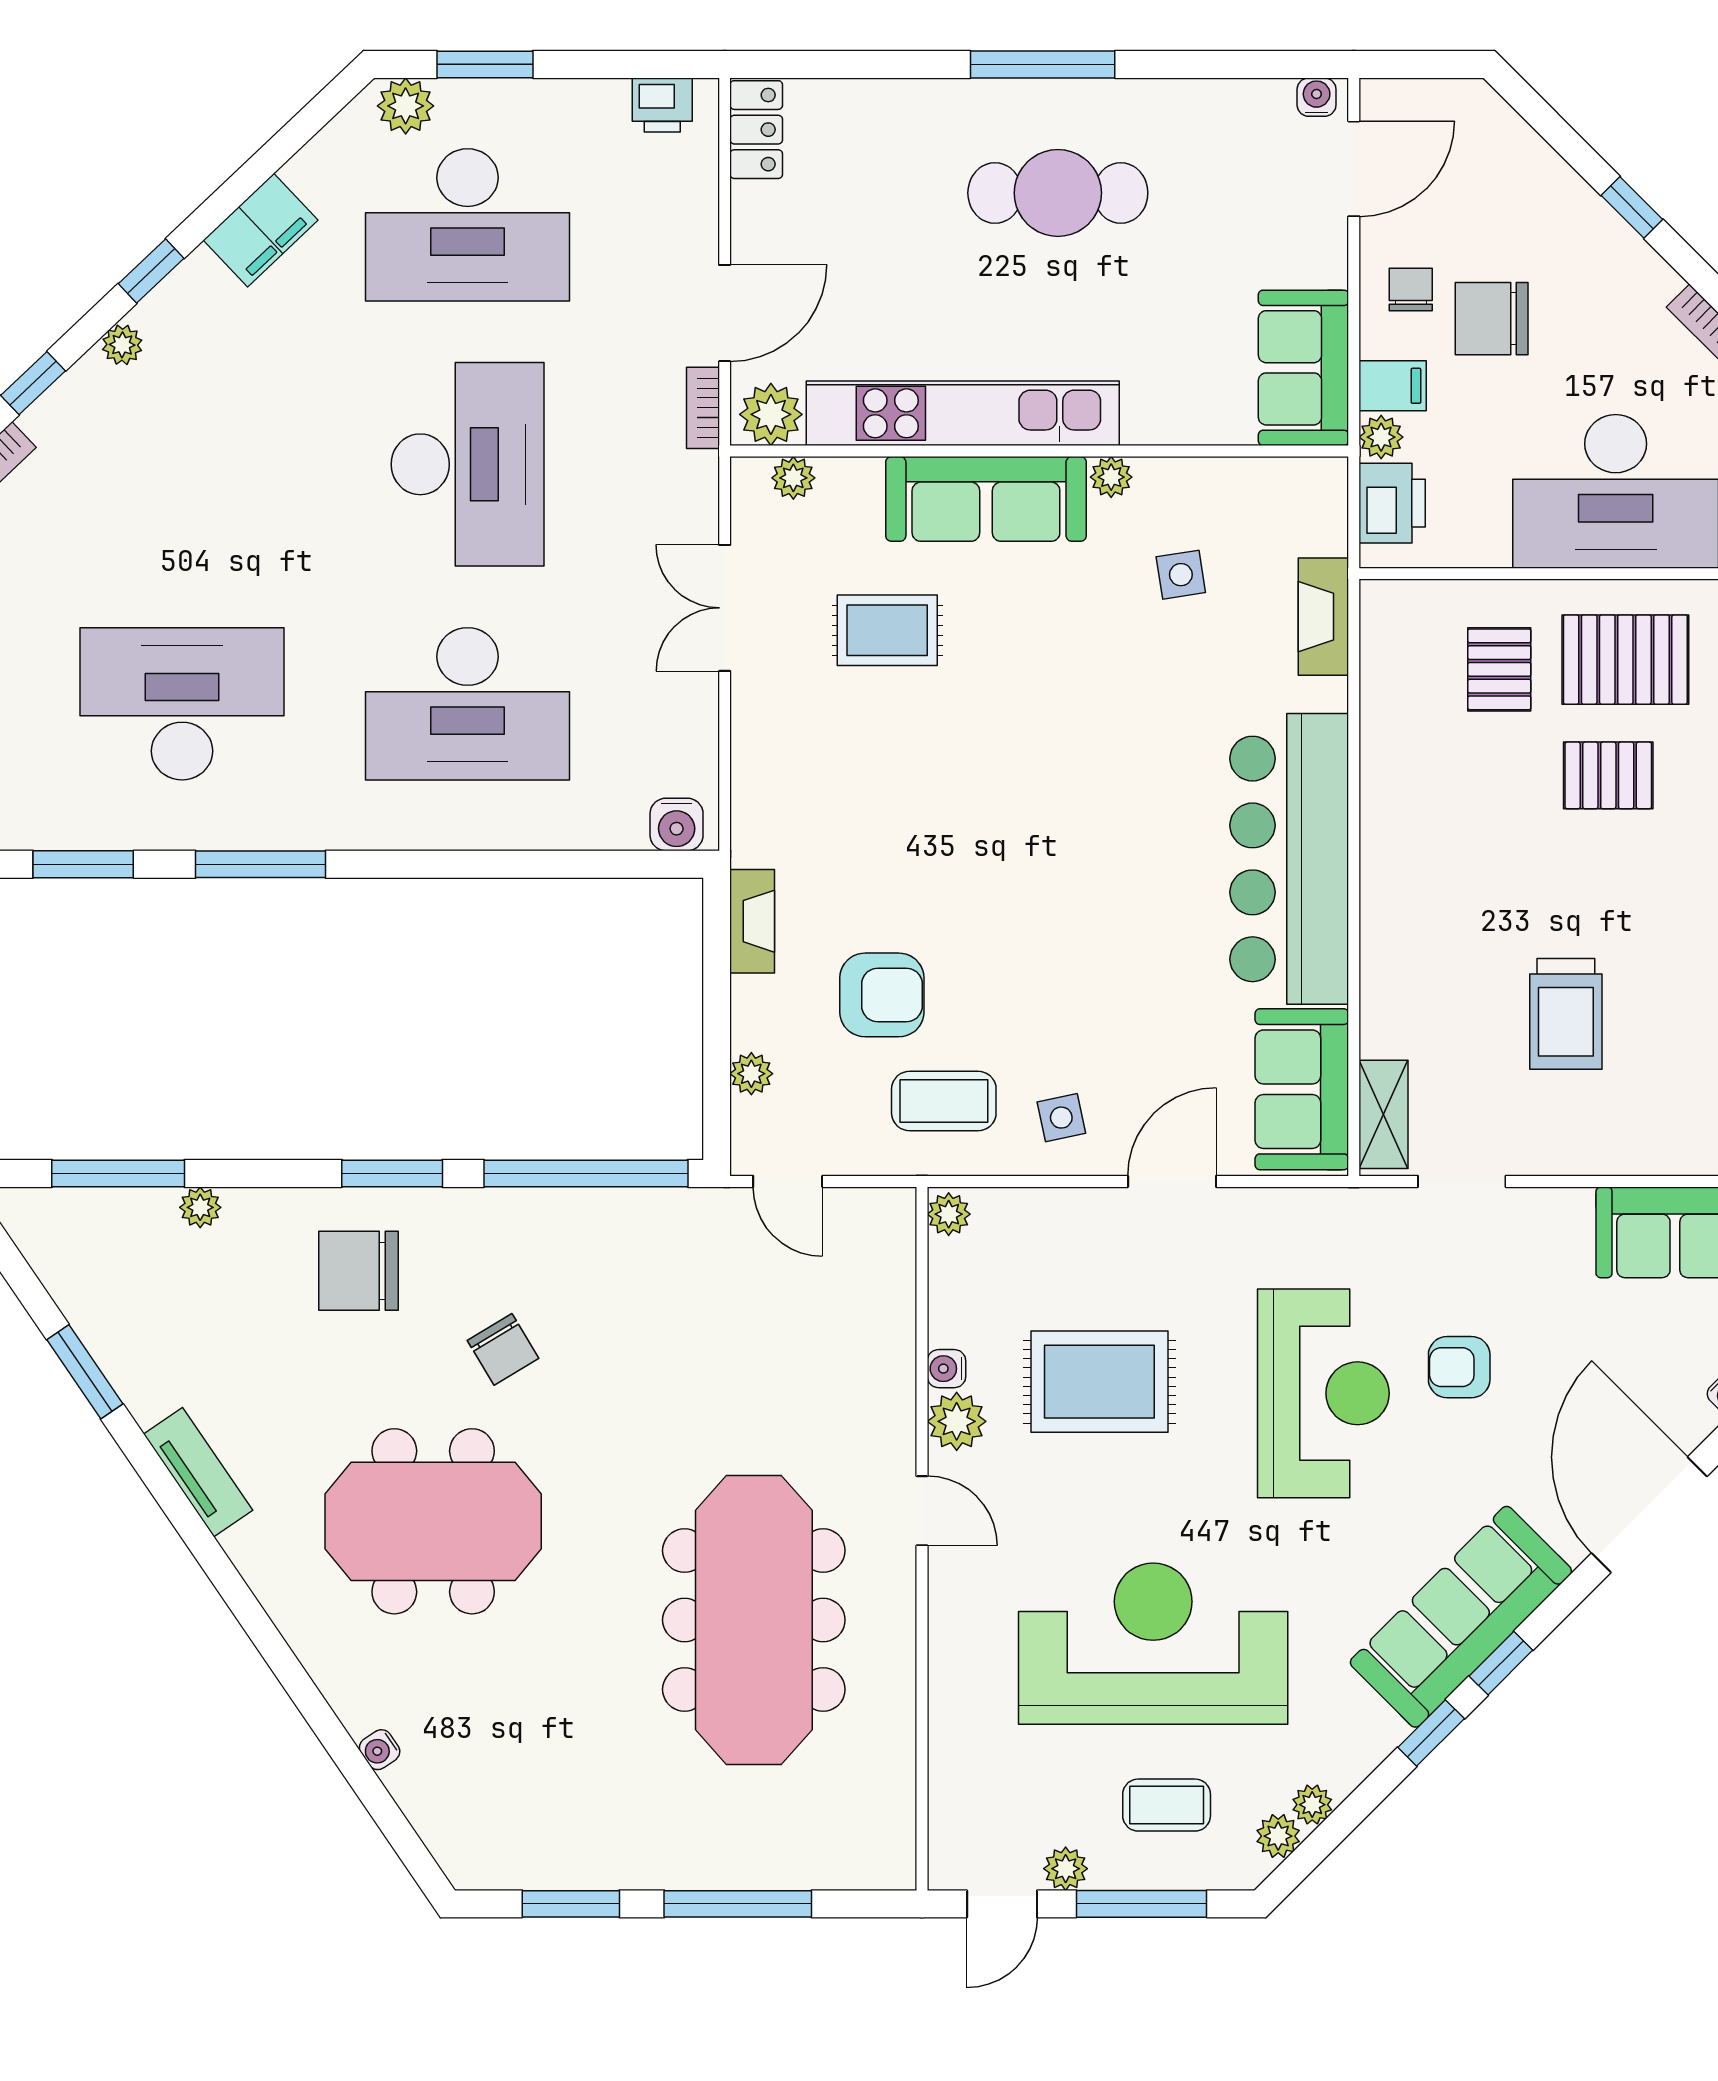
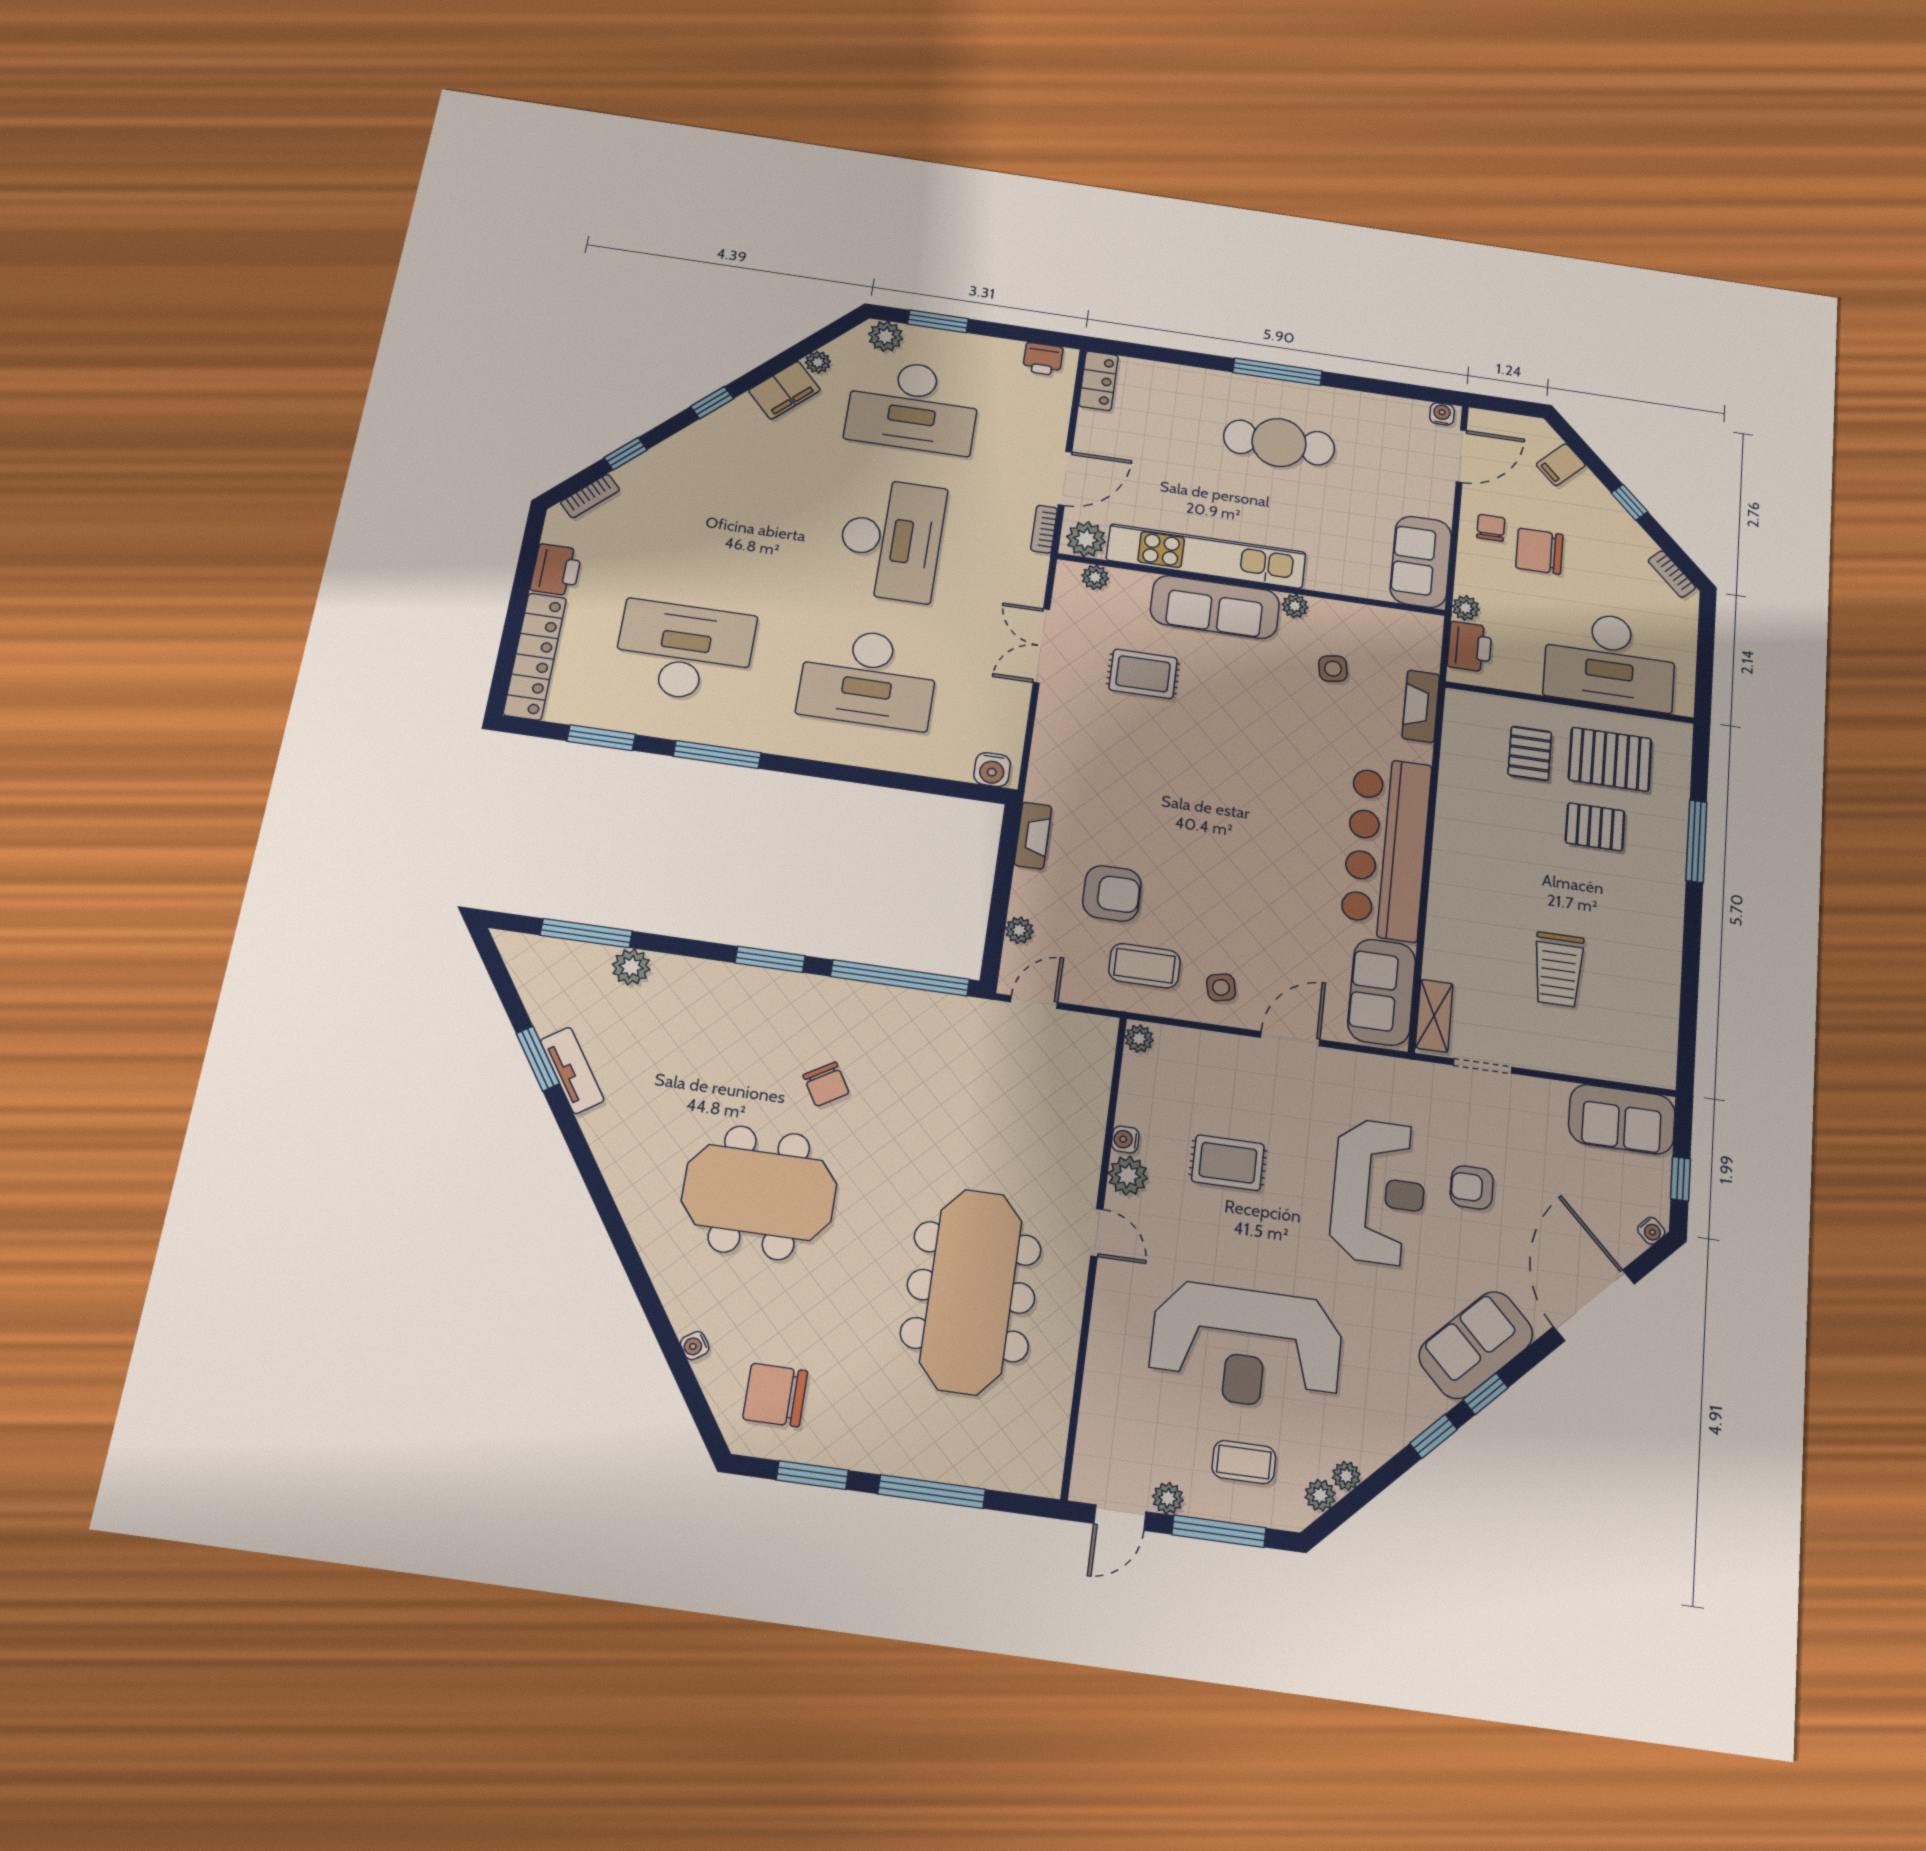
plant: (122, 345) -> (818, 362), moved
filing cabinet: (1393, 386) -> (1561, 465), moved, turned 135
door: (788, 1181) -> (1034, 1002), swing flipped
plant: (200, 1207) -> (631, 967), width x1.38, depth x1.38
chair: (358, 1271) -> (775, 1395), moved
rug: (1099, 1382) -> (1228, 1163), width x0.73, depth x0.70
tv unit: (198, 1472) -> (572, 1070), moved
sofa: (1461, 1617) -> (1476, 1345), width x0.73
reception desk: (1153, 1644) -> (1246, 1346), turned 180

